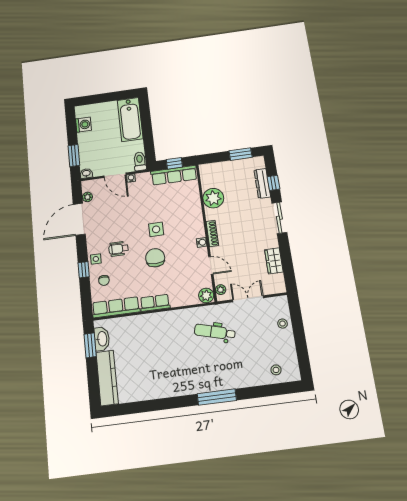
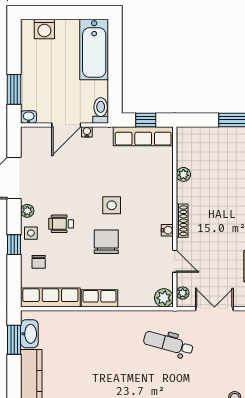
washing machine: (83, 125) -> (44, 29), moved, turned 90
door: (115, 175) -> (66, 125), hinge flipped
plant: (87, 197) -> (27, 211), moved
plant: (213, 198) -> (183, 174), width x0.53, depth x0.53

